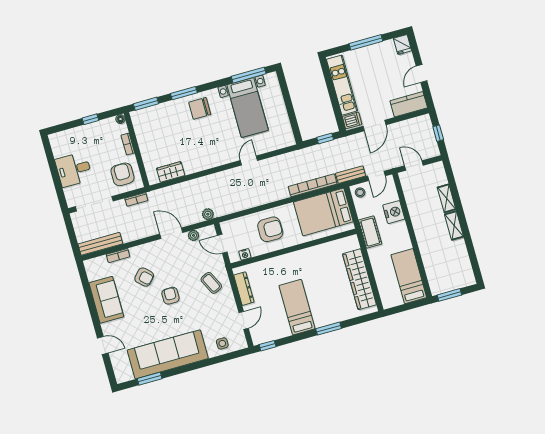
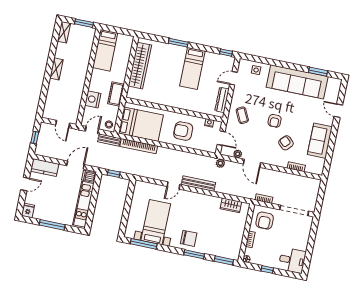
desk: (74, 169) -> (292, 260), moved
shelving: (447, 198) -> (64, 32), moved
bench: (100, 244) -> (198, 184), moved

